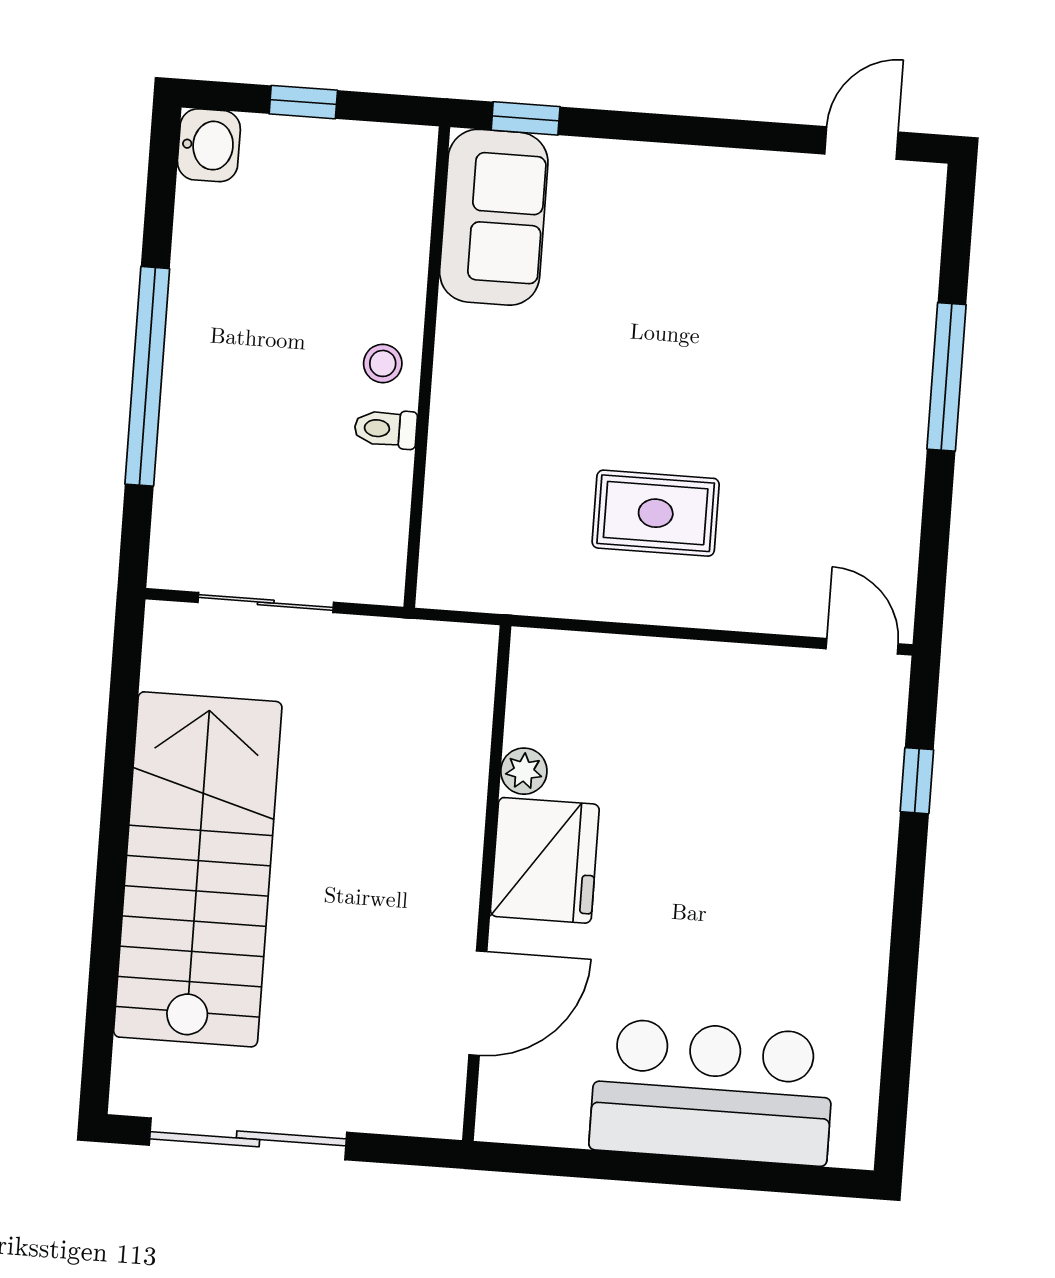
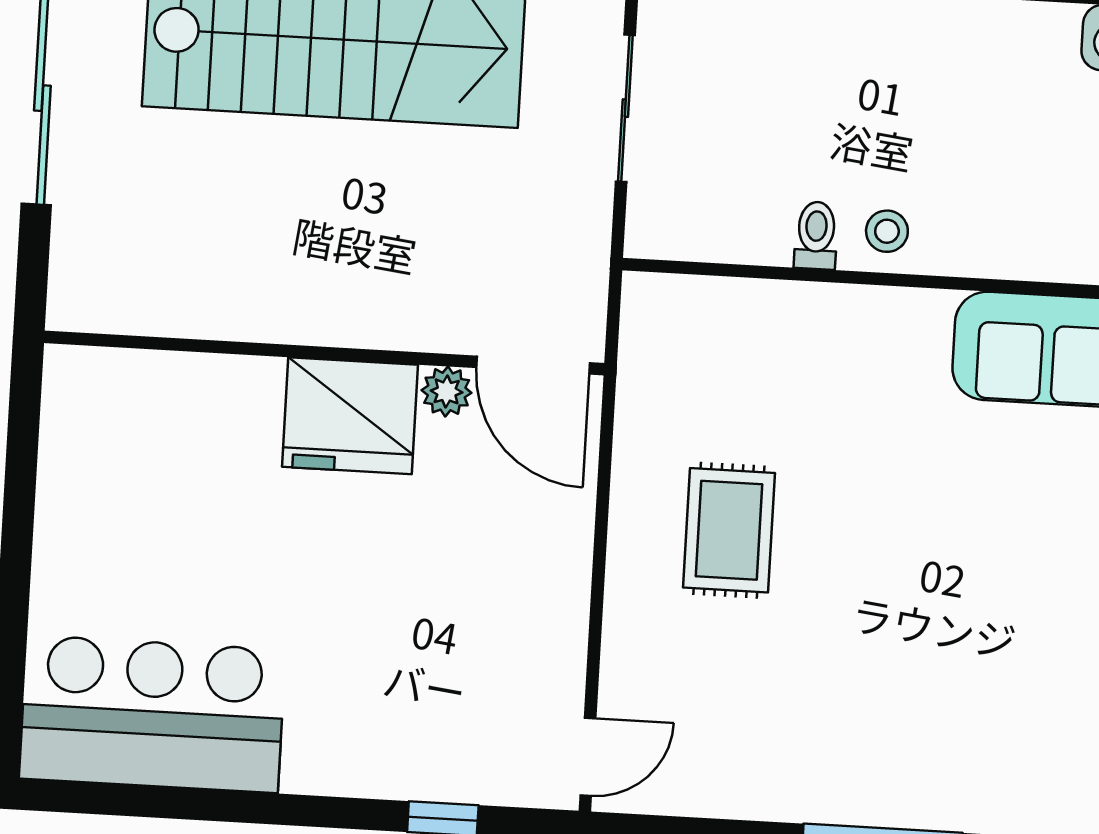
door: (478, 1003) -> (533, 365), moved
bar counter: (712, 1092) -> (152, 714), moved, turned -90

